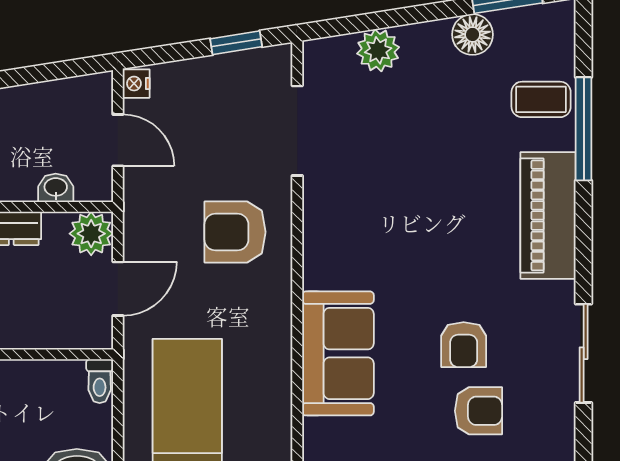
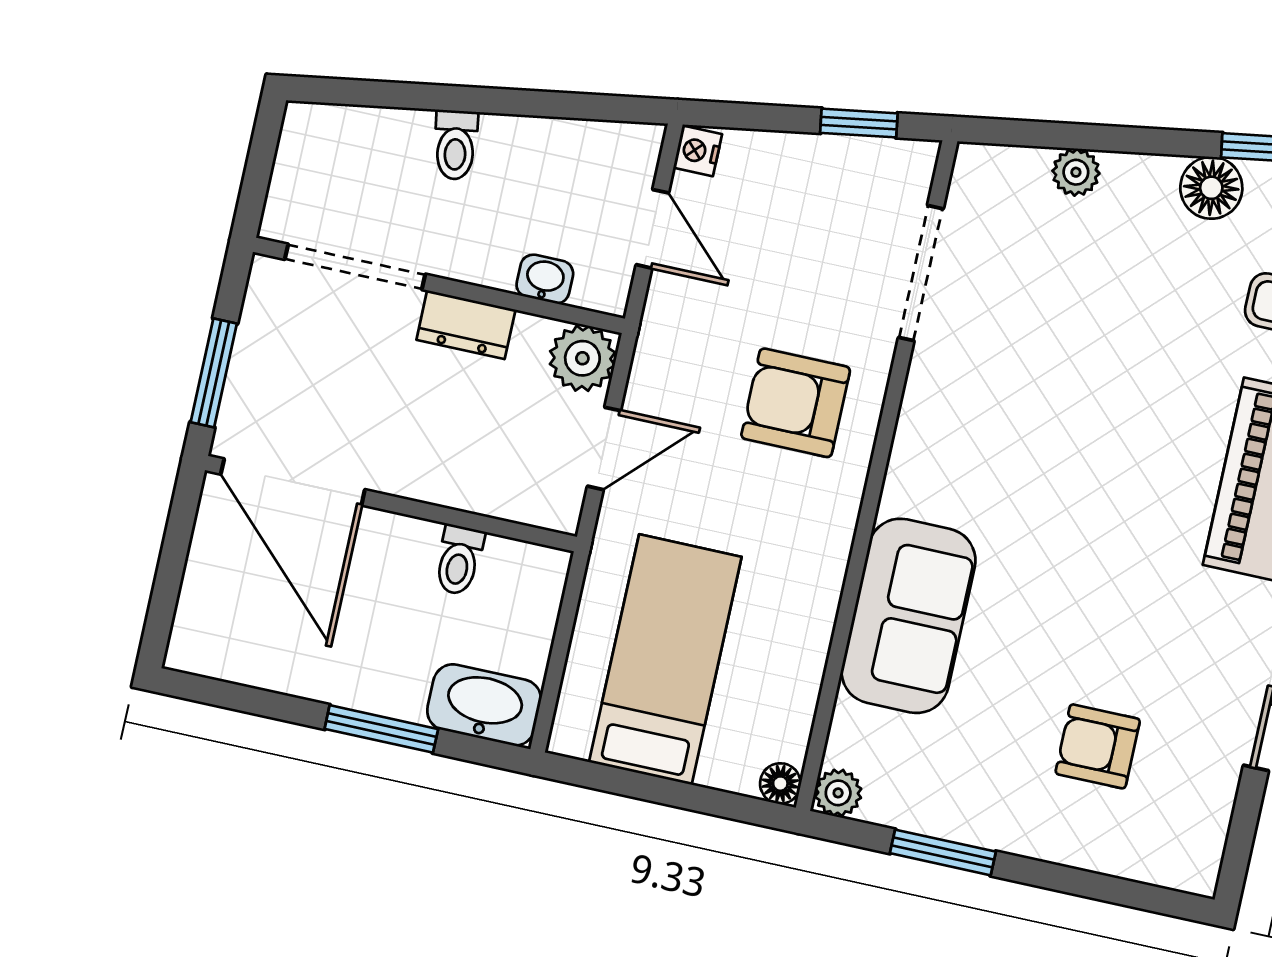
plant: (378, 50) -> (1076, 172), width x0.73, depth x0.73
armchair: (464, 345) -> (1097, 644), removed
toilet: (100, 381) -> (459, 560), moved
armchair: (478, 411) -> (1098, 746), turned 180

